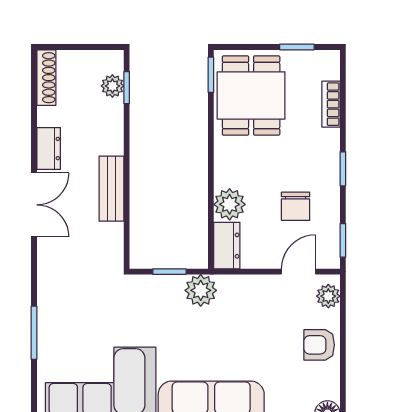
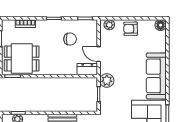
plant: (230, 204) -> (69, 68), removed
door: (298, 272) -> (99, 54), moved
armchair: (319, 345) -> (131, 29), turned 89

